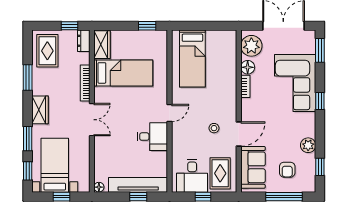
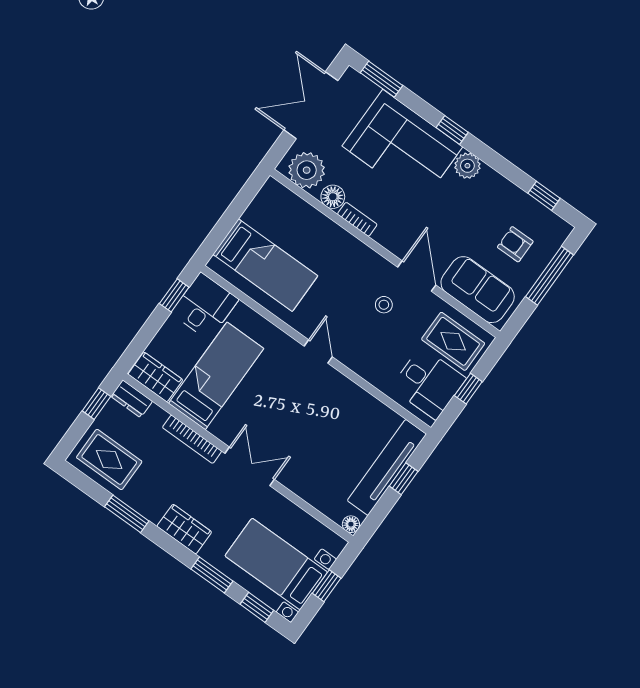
desk: (152, 137) -> (205, 306), moved
plant: (308, 145) -> (467, 166), moved
armchair: (287, 170) -> (515, 244), turned 180

